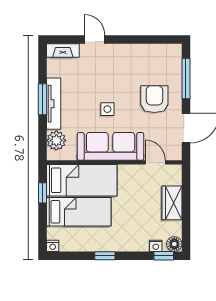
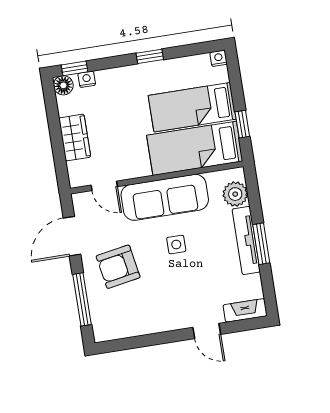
armchair: (154, 99) -> (118, 267), turned 80

